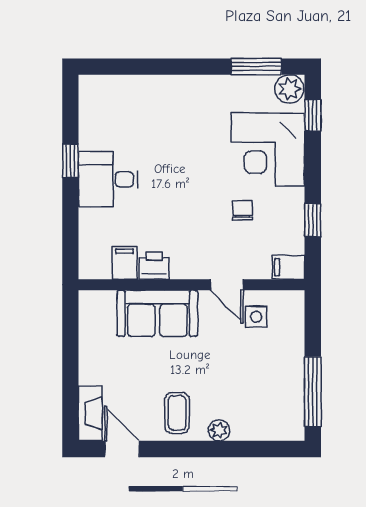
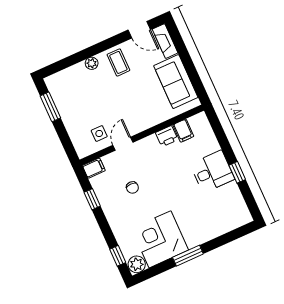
window: (256, 67) -> (188, 256), moved
corner desk: (268, 150) -> (160, 239), moved, turned -90
door: (227, 285) -> (123, 144), hinge flipped
sofa: (157, 313) -> (176, 82), moved, turned -90
window: (313, 392) -> (50, 107), width x0.69

